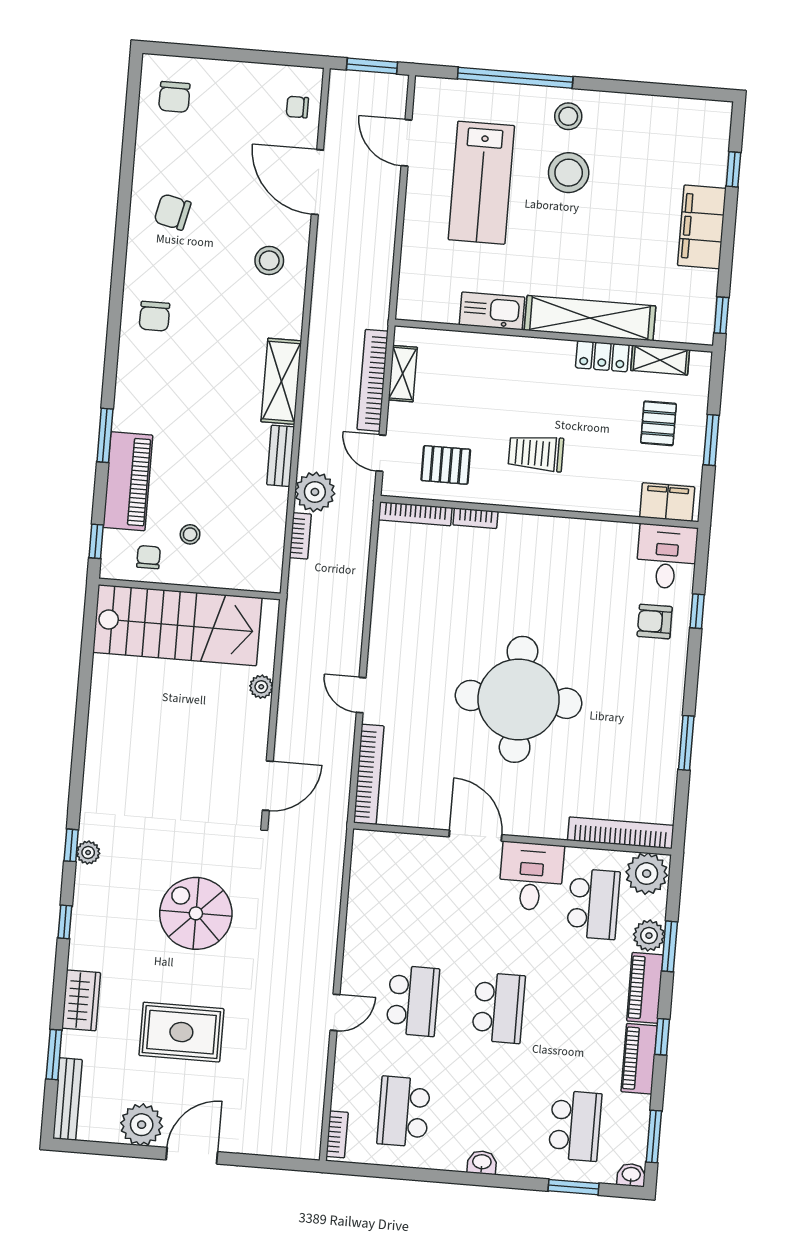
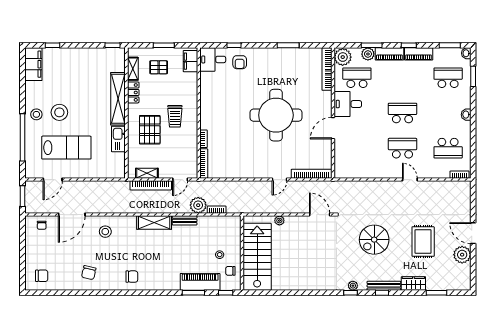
filing cabinet: (702, 227) -> (33, 64), moved, turned -90
window: (105, 435) -> (193, 293), moved
pallet: (446, 465) -> (150, 130), moved, width x1.50, depth x1.42
bench: (67, 1099) -> (384, 286), moved

